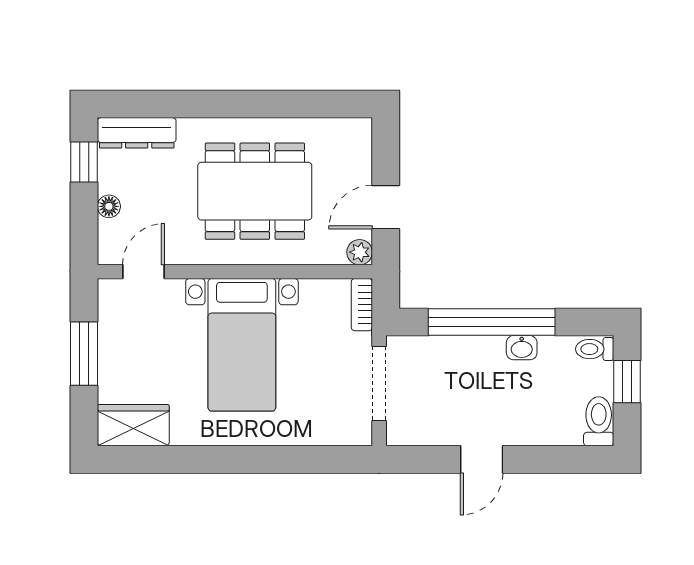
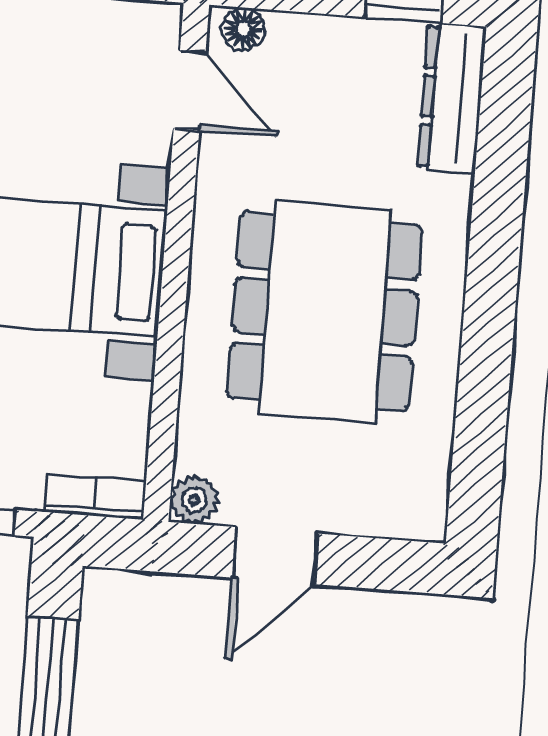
floor lamp: (109, 206) -> (243, 29), moved
door: (386, 207) -> (275, 556), swing flipped

